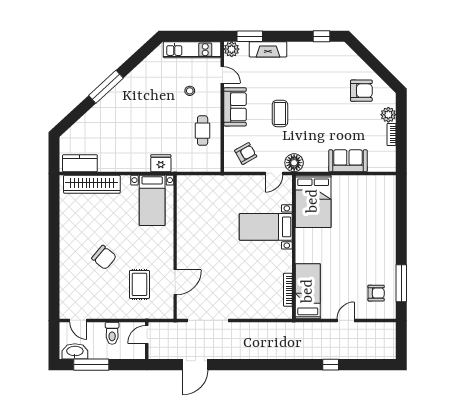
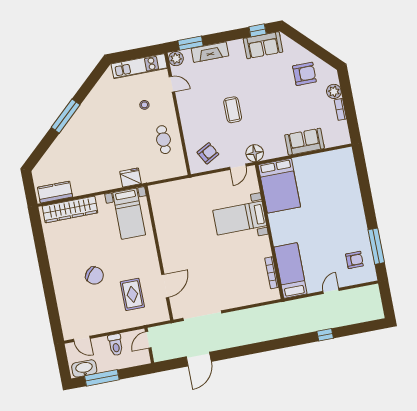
sofa: (235, 107) -> (263, 45), moved, turned 90

